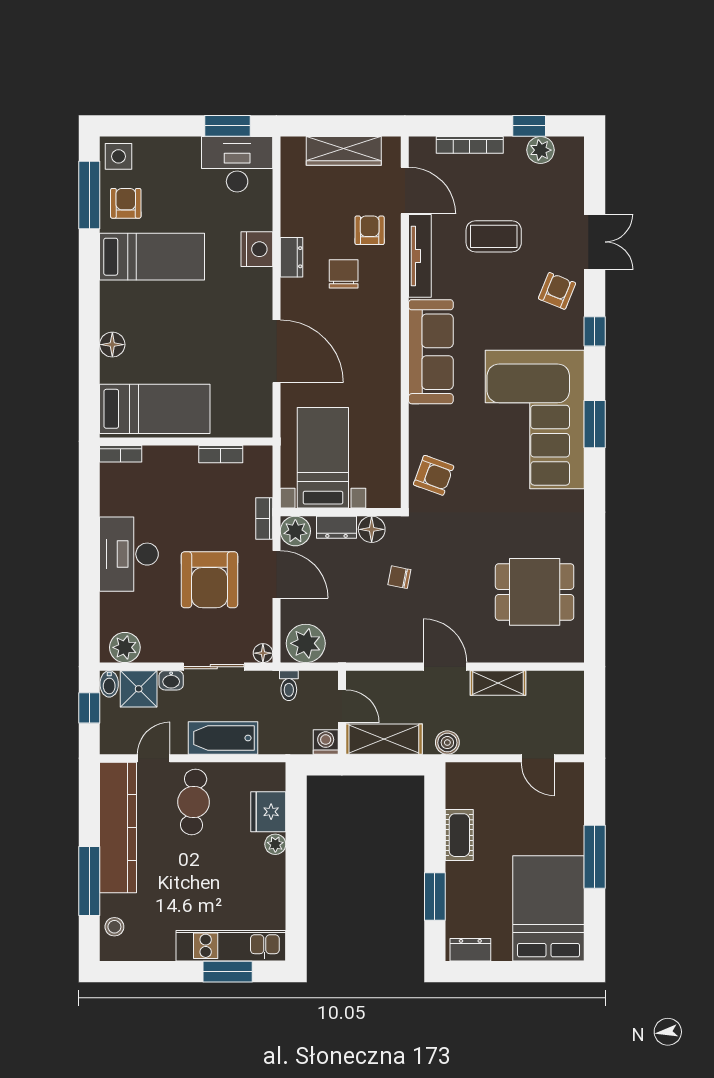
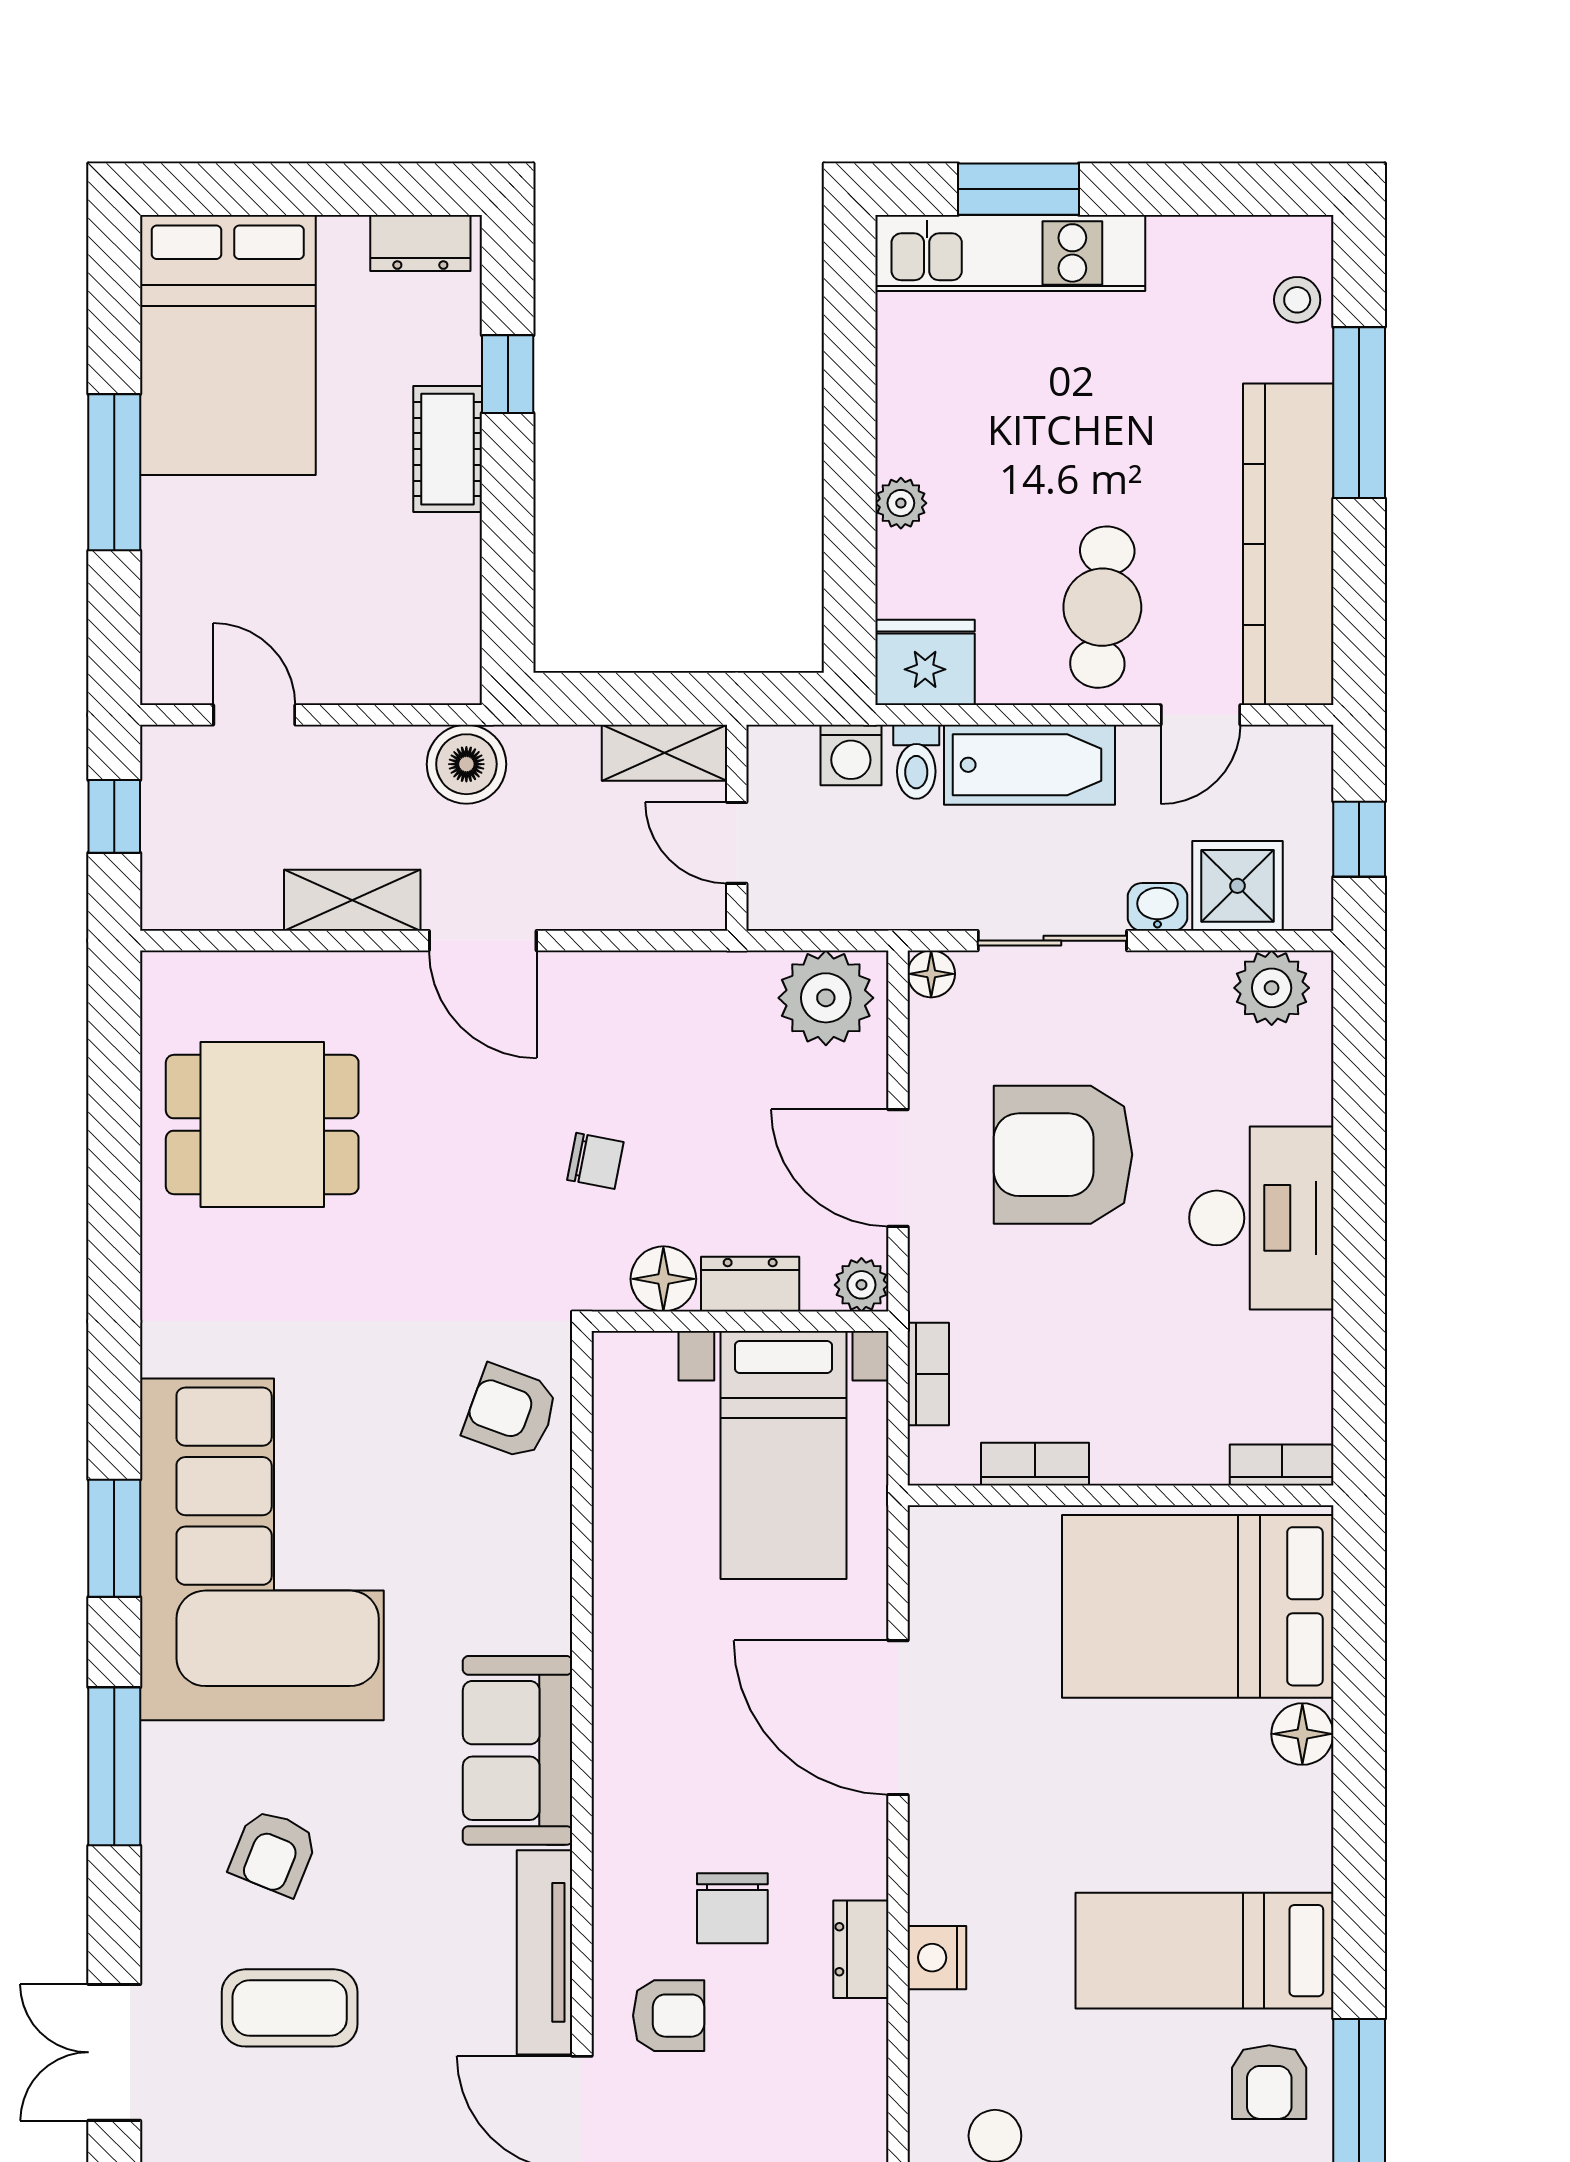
armchair: (370, 230) -> (669, 2016), turned -90
coffee table: (494, 236) -> (290, 2008), moved
double door: (595, 242) -> (114, 2052), moved
nightstand: (257, 249) -> (937, 1958), width x0.74, depth x0.75
armchair: (557, 291) -> (274, 1852), moved
window: (595, 331) -> (114, 1766), width x2.17
sofa: (431, 352) -> (518, 1750), width x0.73
bed: (155, 409) -> (1198, 1606), width x1.50
bookcase: (264, 518) -> (928, 1374), moved
plant: (295, 531) -> (861, 1285), width x0.73, depth x0.73
armchair: (209, 580) -> (1063, 1155), turned -90
bidet: (109, 684) -> (1310, 898), removed
toilet: (289, 686) -> (916, 762), moved, turned 180
window: (595, 717) -> (114, 816), added
shelving: (384, 739) -> (664, 753), width x0.67, depth x0.75
washing machine: (326, 742) -> (851, 755), moved
boiler: (447, 743) -> (466, 764), width x1.36, depth x1.36
fridge: (268, 812) -> (925, 662), moved, turned -90
cot: (459, 835) -> (448, 449), moved
window: (435, 897) -> (508, 374), width x0.67

